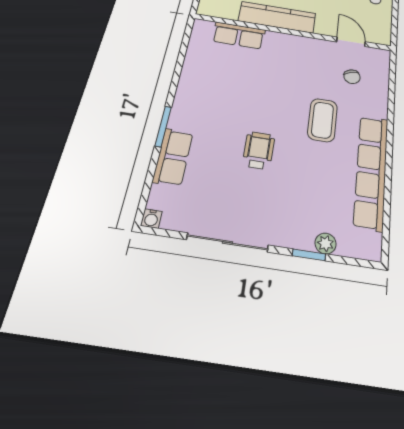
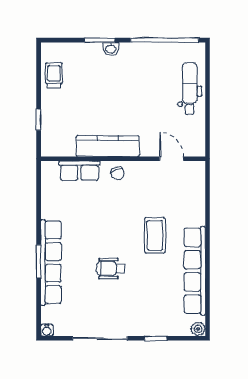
chair: (352, 77) -> (117, 173), moved
wheelchair: (259, 150) -> (111, 268), turned -90
row of seats: (173, 157) -> (51, 262), width x2.02
plant: (326, 244) -> (198, 329), moved

